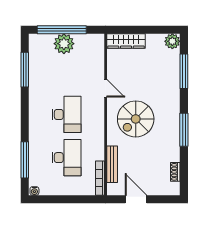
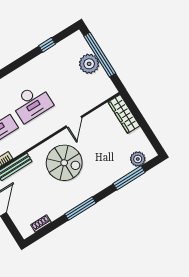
plant: (172, 41) -> (138, 159), moved
window: (25, 70) -> (47, 45), width x0.46
spiral stairs: (136, 119) -> (64, 163), turned 180

